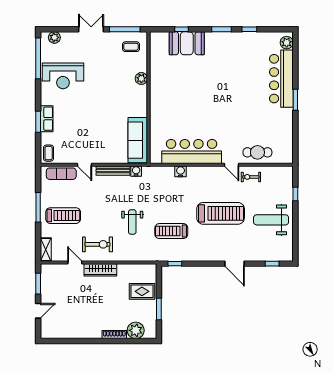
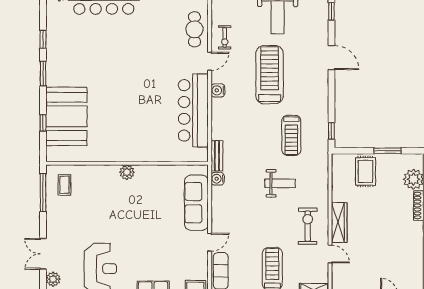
double door: (91, 29) -> (43, 254), moved
booth: (187, 43) -> (66, 116), width x1.36, depth x1.42
plant: (141, 79) -> (127, 172), moved
sofa: (138, 140) -> (196, 203), moved, turned 90
bench: (113, 171) -> (217, 156), moved, width x0.73
water cooler: (181, 171) -> (218, 90), moved
door: (75, 263) -> (330, 254), swing flipped
door: (235, 264) -> (331, 58), hinge flipped

